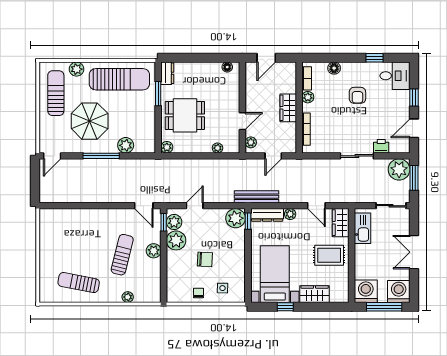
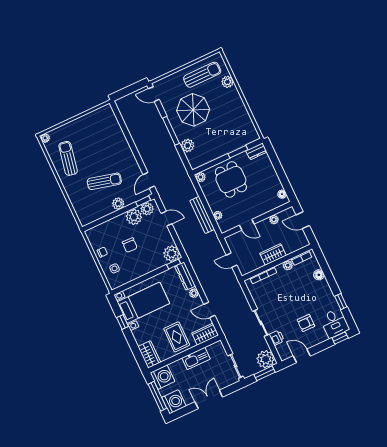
sun lounger: (119, 79) -> (235, 118), removed
armchair: (357, 95) -> (306, 323), moved
window: (414, 97) -> (340, 338), moved
plant: (251, 142) -> (274, 220), moved
bench: (256, 197) -> (202, 215), moved
door: (316, 206) -> (209, 310), hinge flipped
kitchen sink: (363, 228) -> (196, 358), moved
wardrobe: (315, 294) -> (149, 354), moved
plant: (128, 297) -> (45, 138), moved

